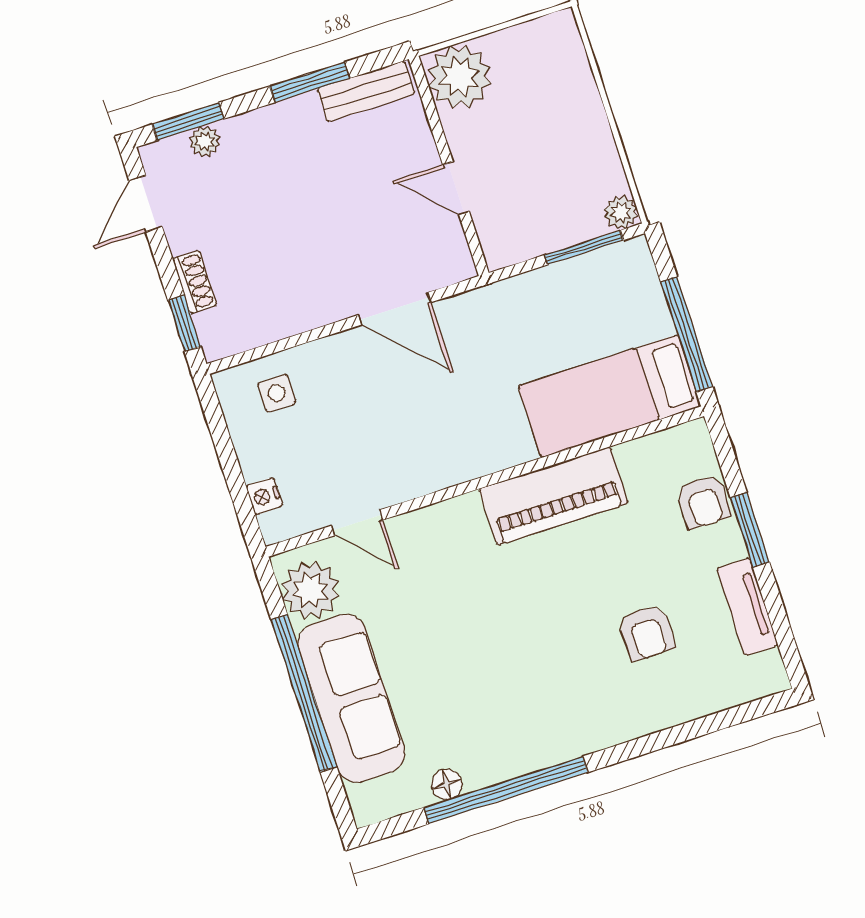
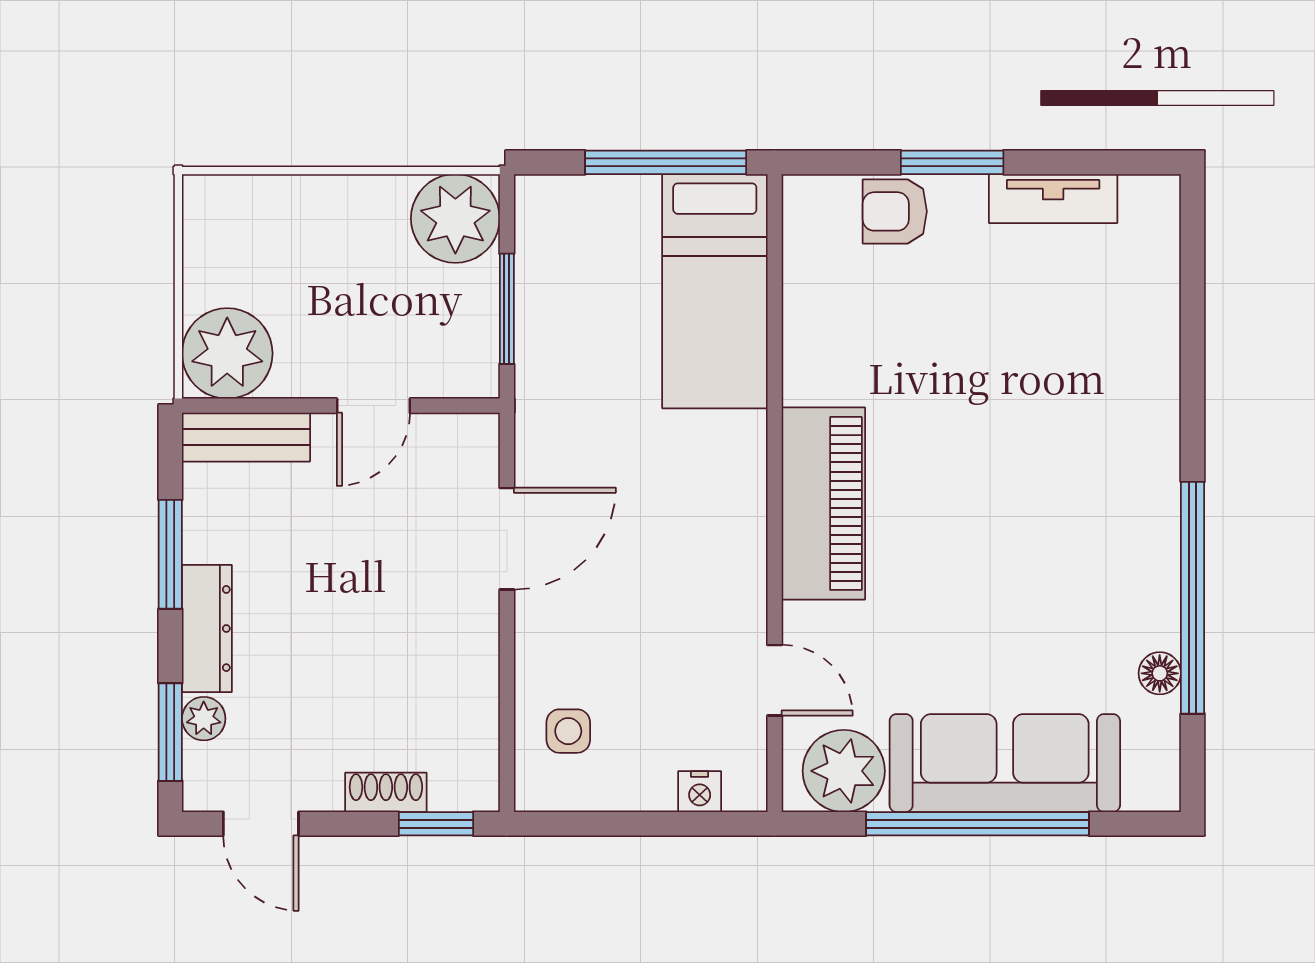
bench: (366, 91) -> (246, 437), moved, turned 90
dresser: (267, 124) -> (207, 629), added
plant: (621, 212) -> (455, 218), width x1.87, depth x1.87
window: (584, 247) -> (507, 309), moved
piano: (554, 496) -> (823, 503), moved
armchair: (704, 501) -> (895, 211), turned 180
door: (357, 523) -> (775, 680), hinge flipped
armchair: (647, 632) -> (1044, 343), removed

